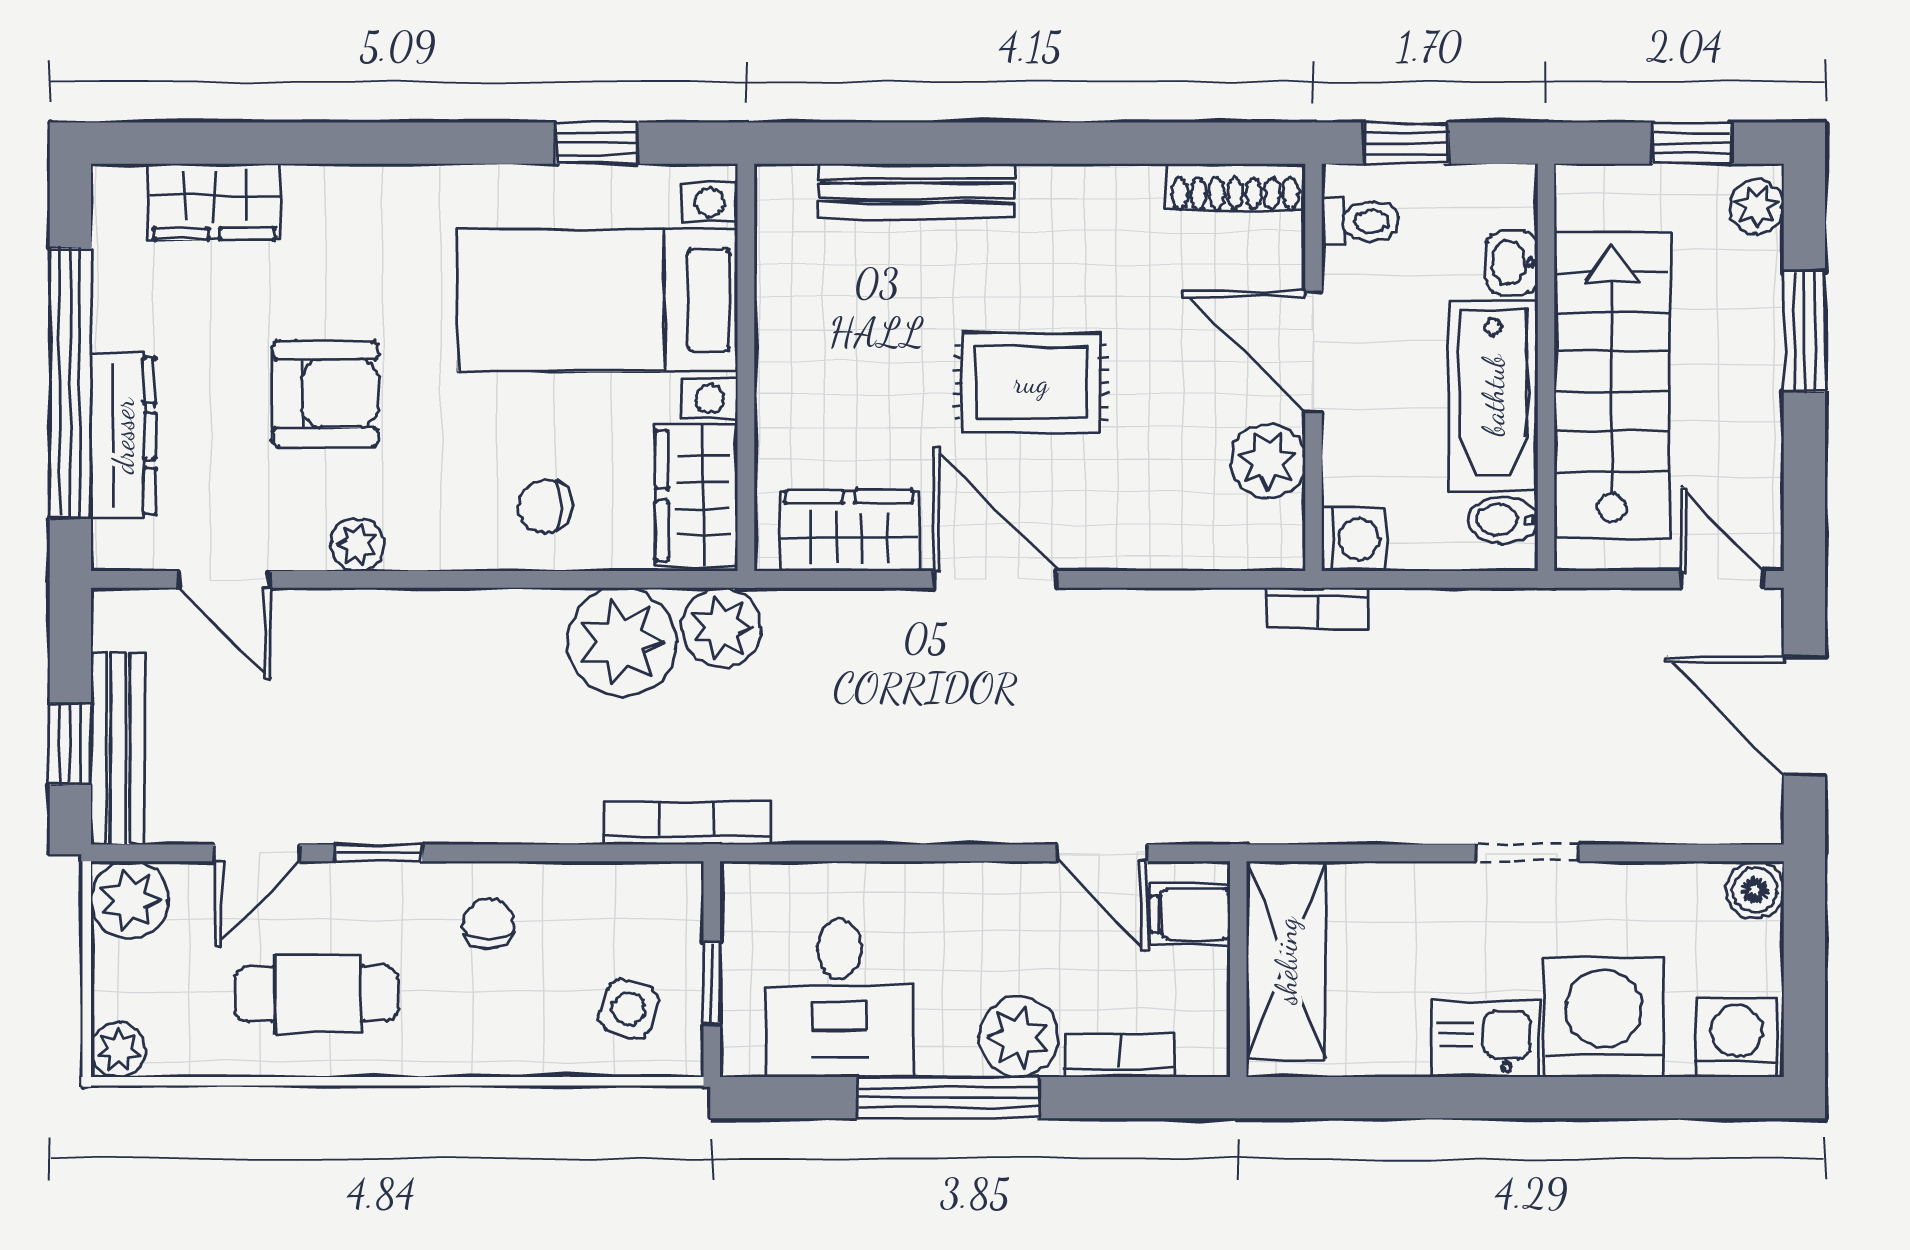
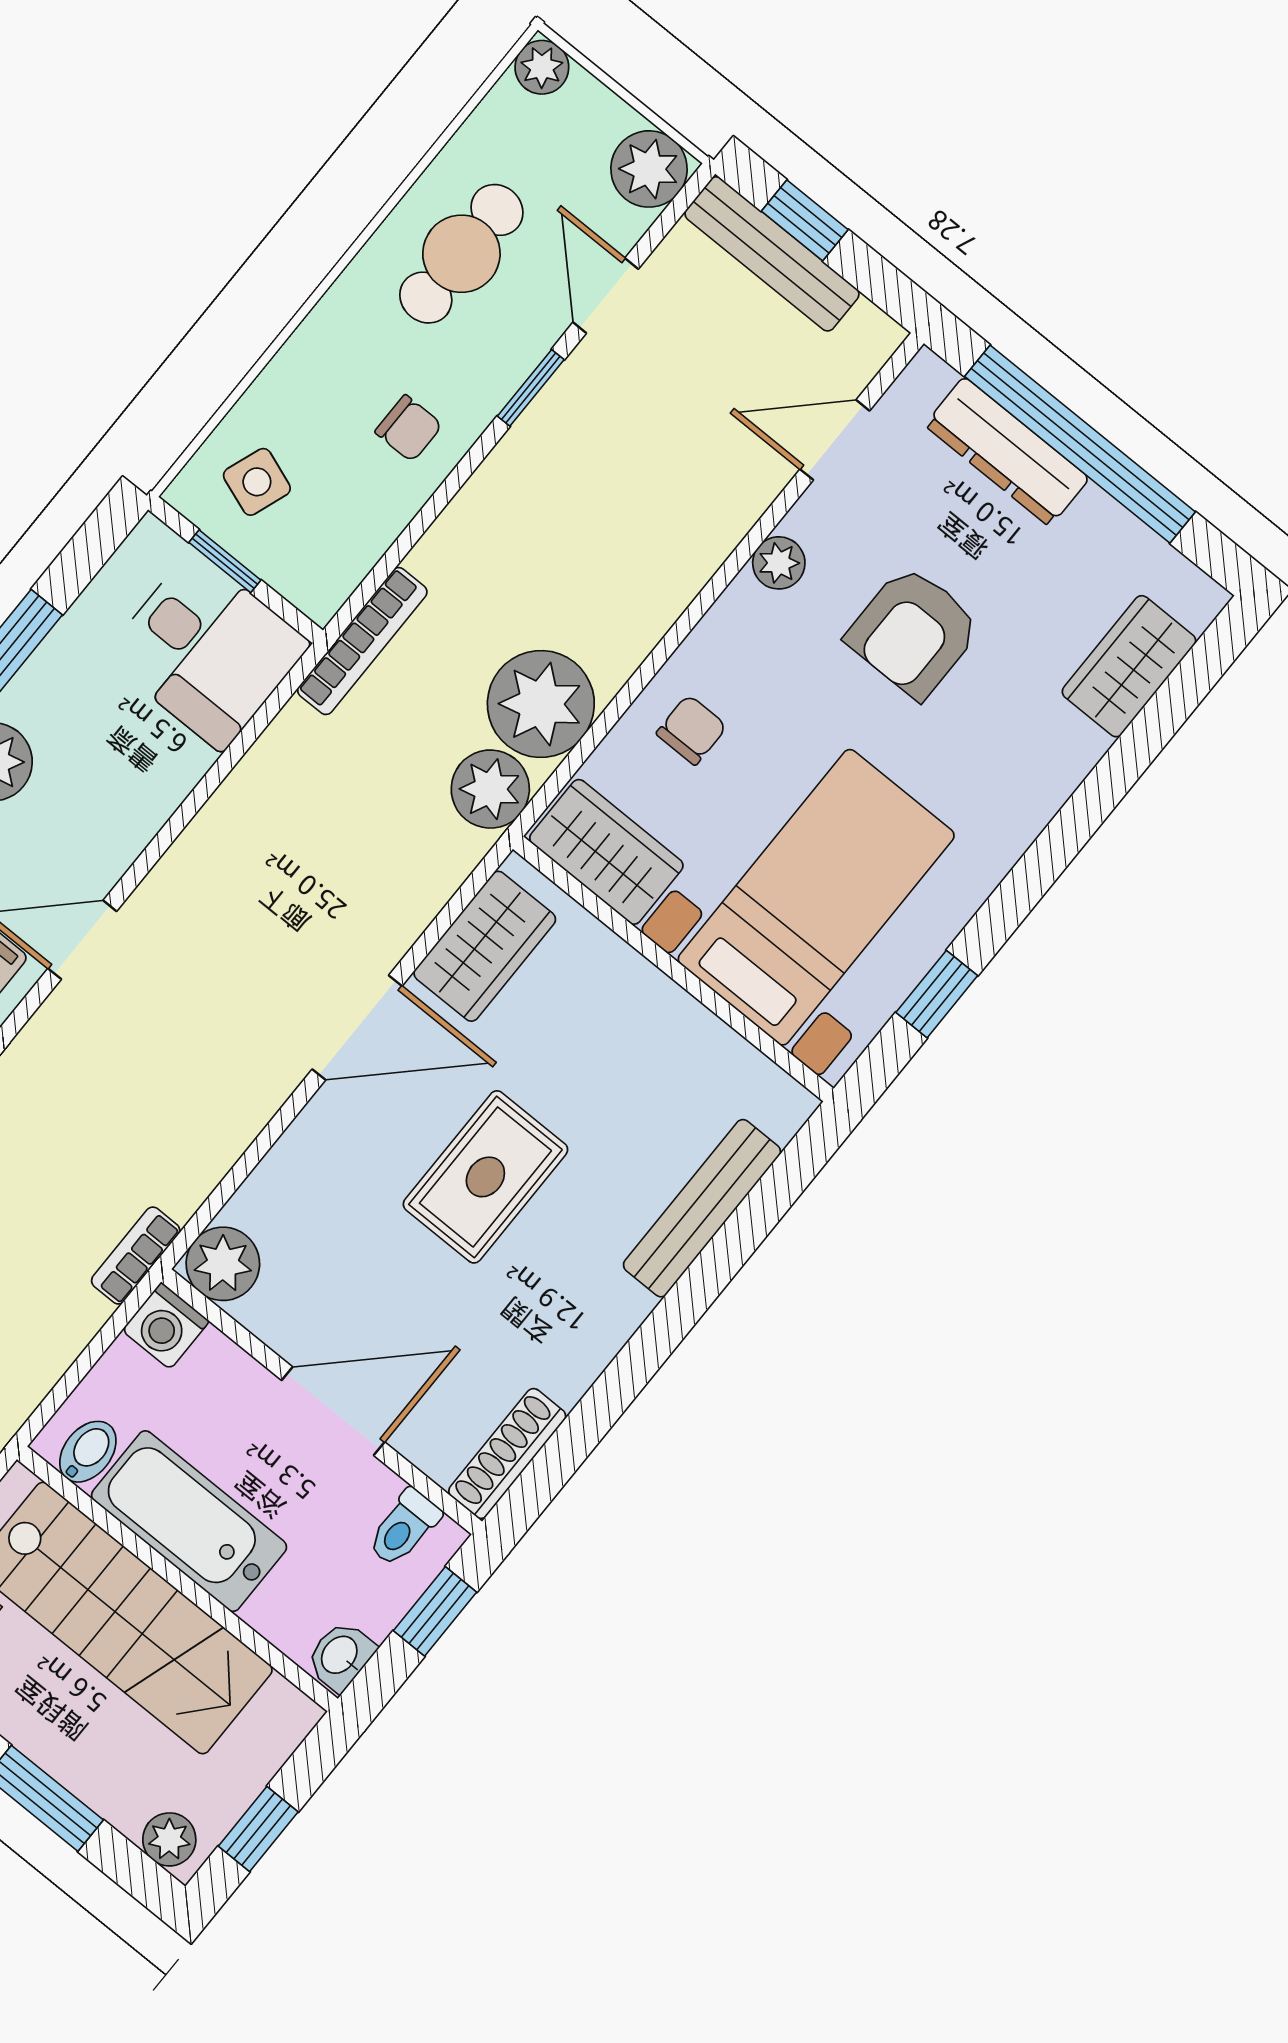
washbasin: (1512, 263) -> (340, 1656), moved, turned -90
plant: (1268, 461) -> (223, 1264), moved
desk: (839, 998) -> (207, 650), moved, turned 180

